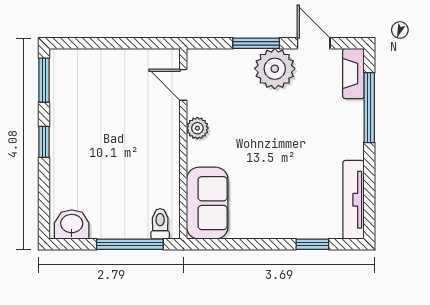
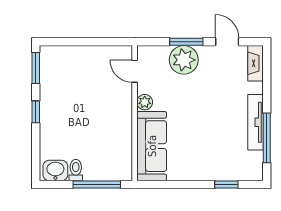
plant: (275, 69) -> (184, 60), moved
window: (369, 108) -> (267, 138), moved
tv unit: (353, 200) -> (255, 122), moved
sofa: (207, 203) -> (152, 146), width x1.36
toilet: (160, 224) -> (76, 170), moved

